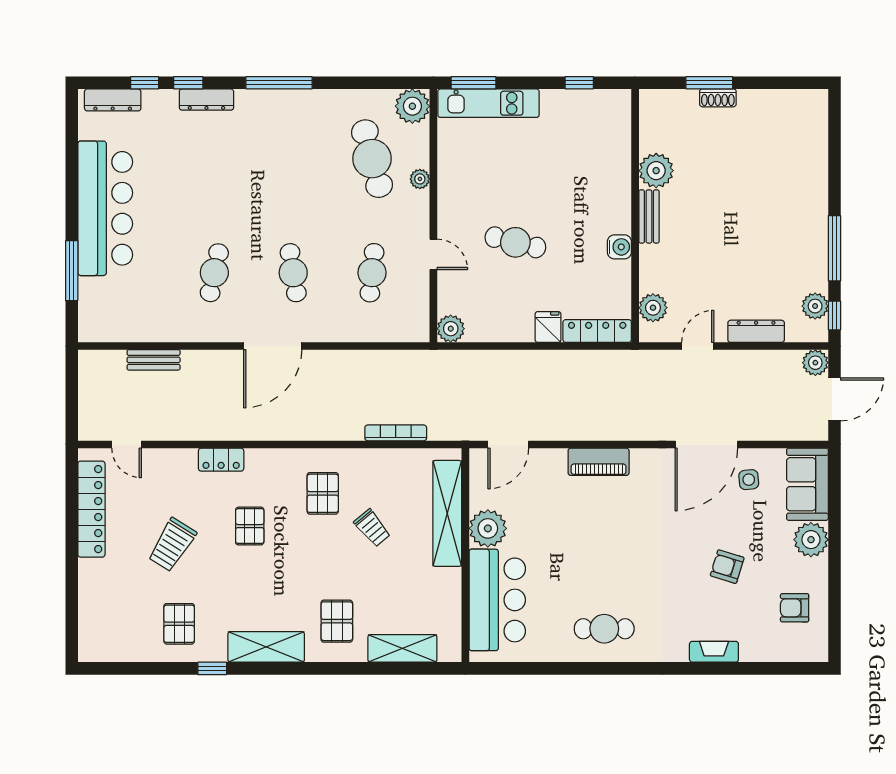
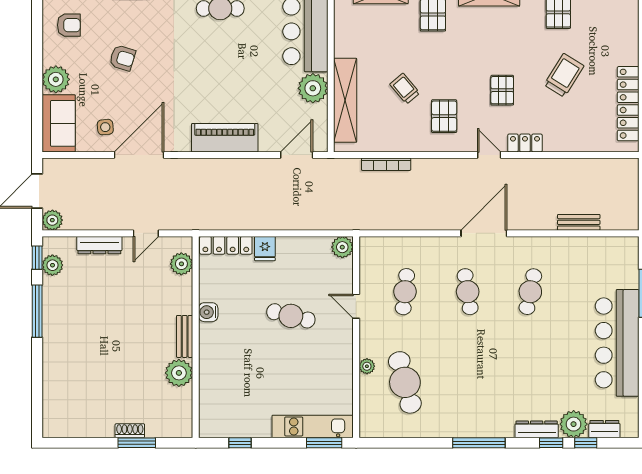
dresser: (113, 100) -> (604, 429), width x0.70
plant: (412, 106) -> (574, 424), moved
door: (127, 444) -> (489, 155), moved
piano: (599, 462) -> (225, 138), width x1.37, depth x1.33

